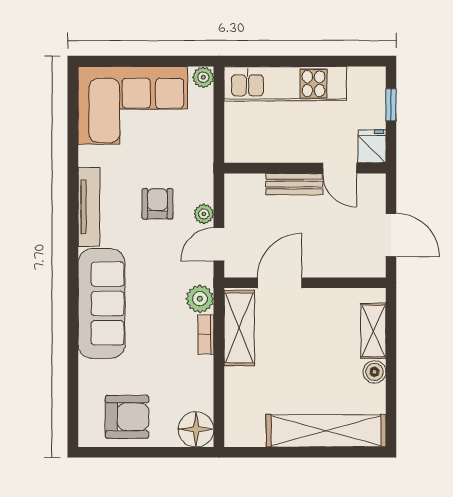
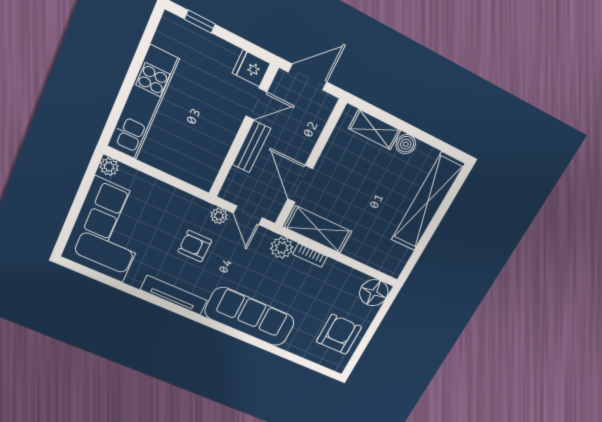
fridge: (372, 146) -> (251, 68), moved
wall: (305, 168) -> (243, 132), moved
door: (340, 168) -> (256, 104), moved
bench: (294, 184) -> (251, 147), moved

